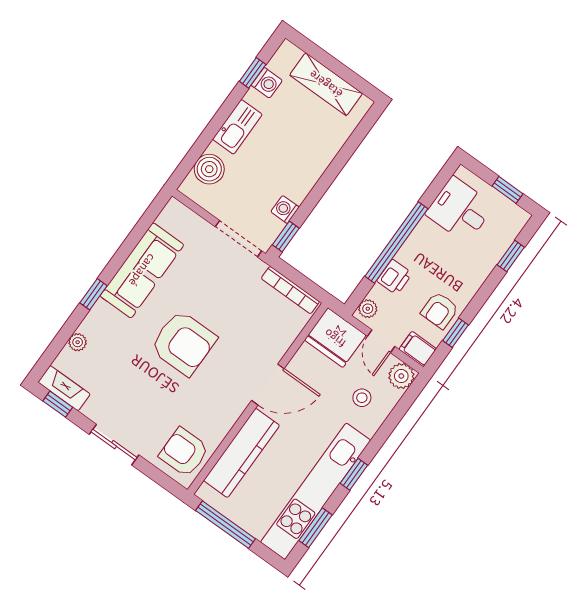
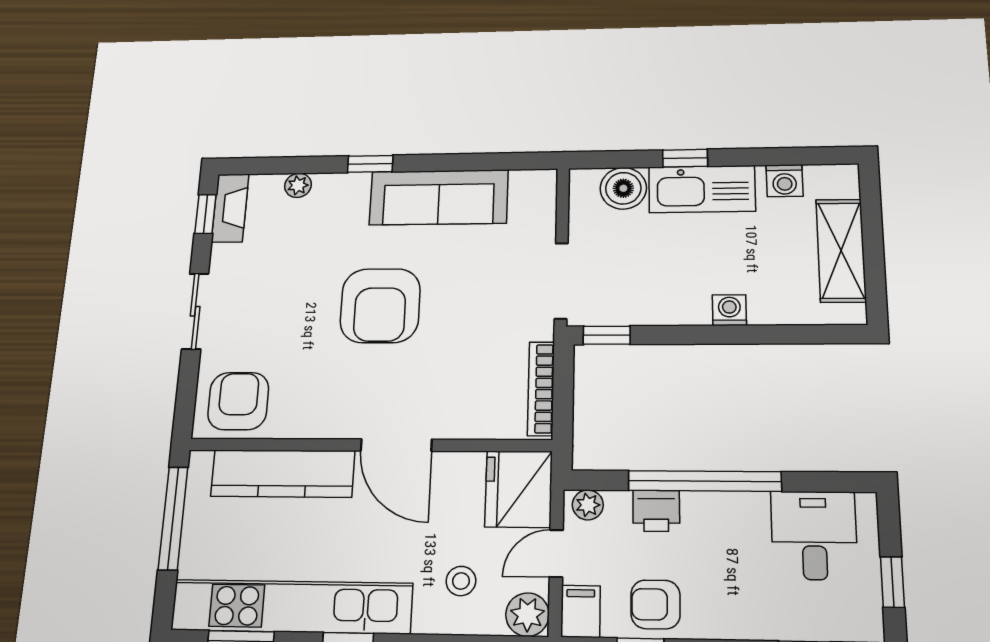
window: (253, 73) -> (685, 158), moved
kitchen sink: (237, 127) -> (702, 189), width x1.36, depth x1.24
washing machine: (285, 209) -> (729, 310), moved

